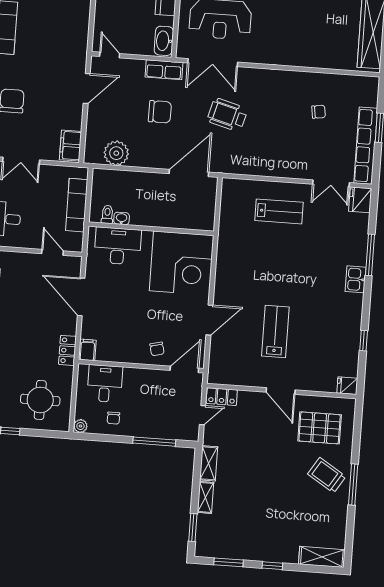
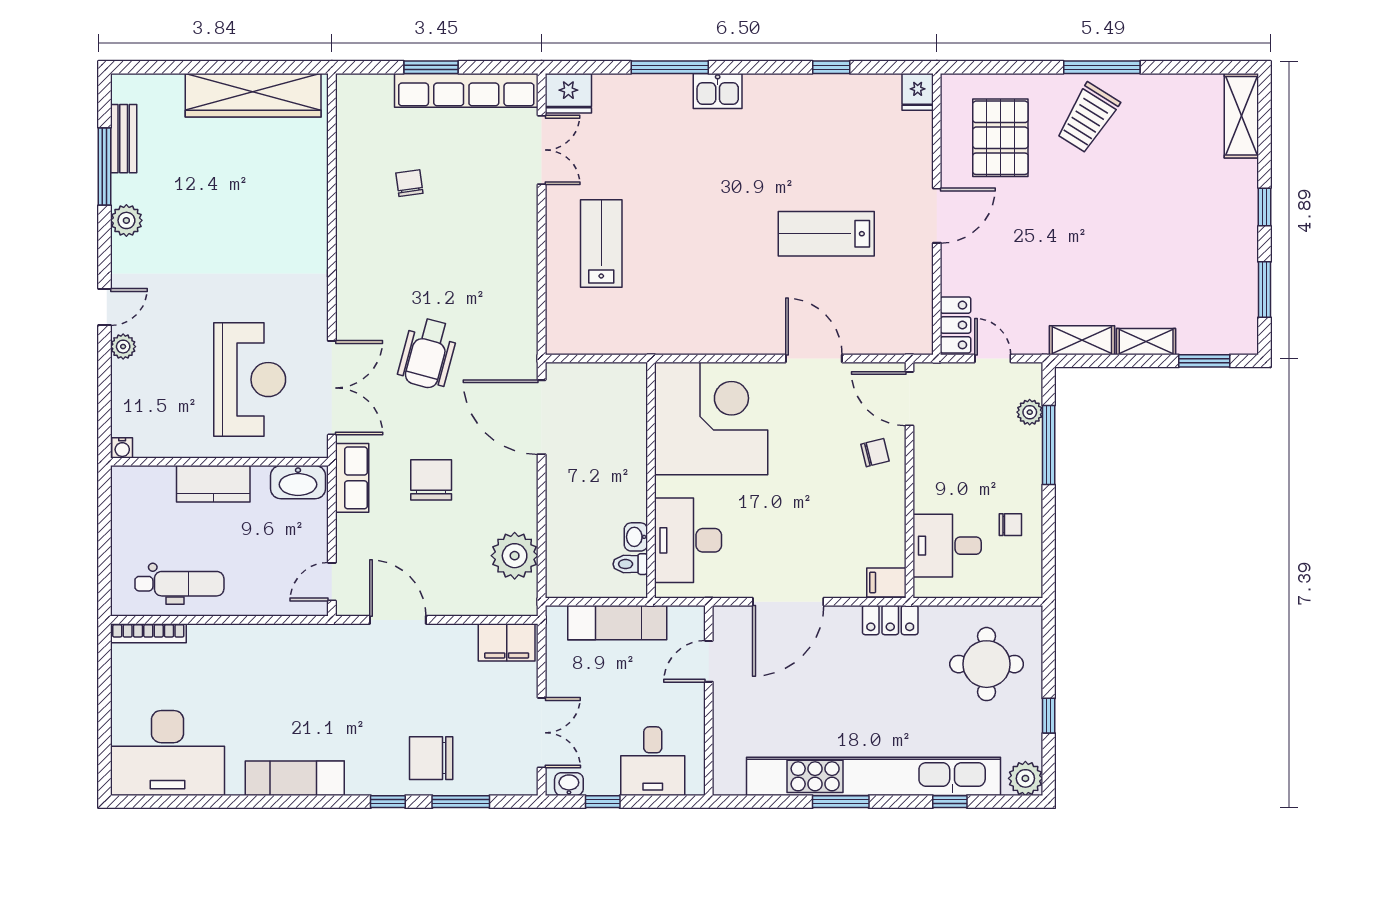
plant: (80, 426) -> (1030, 412), moved

